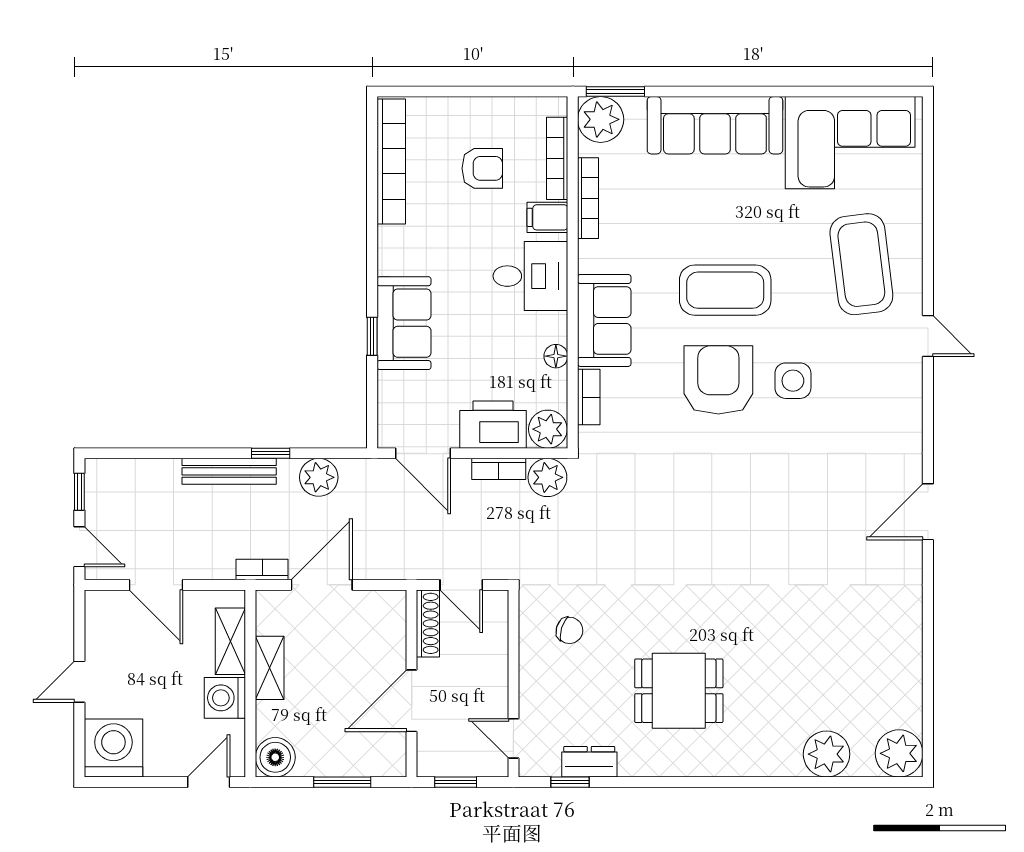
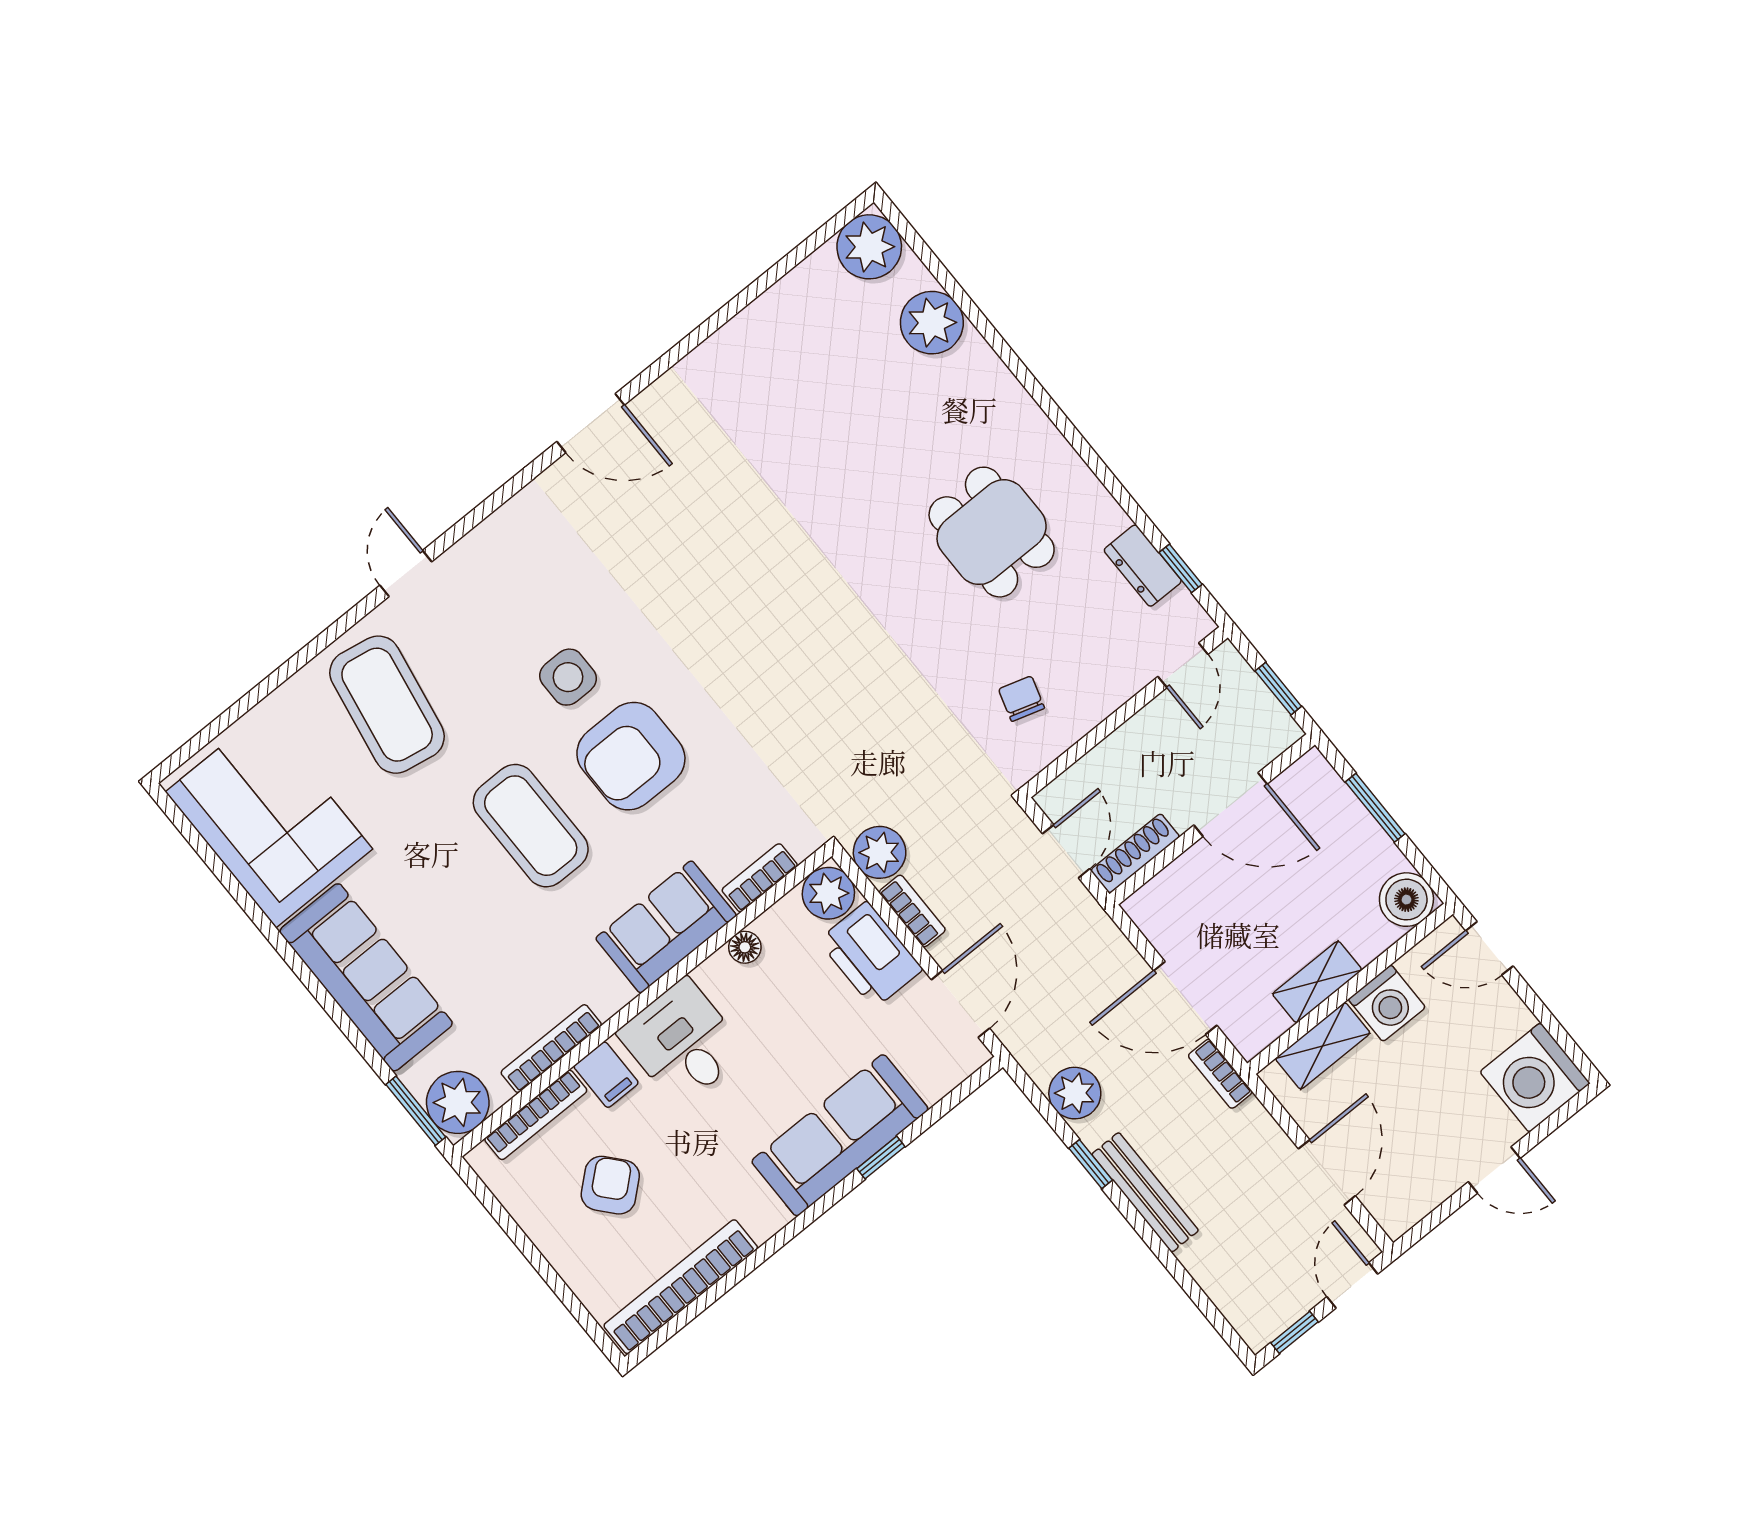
armchair: (482, 168) -> (610, 1185), turned 49
coffee table: (861, 264) -> (387, 705), turned -73
sofa: (404, 323) -> (840, 1135), width x1.36

